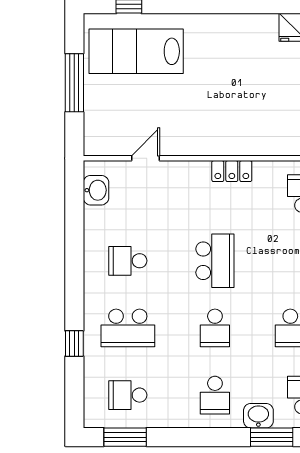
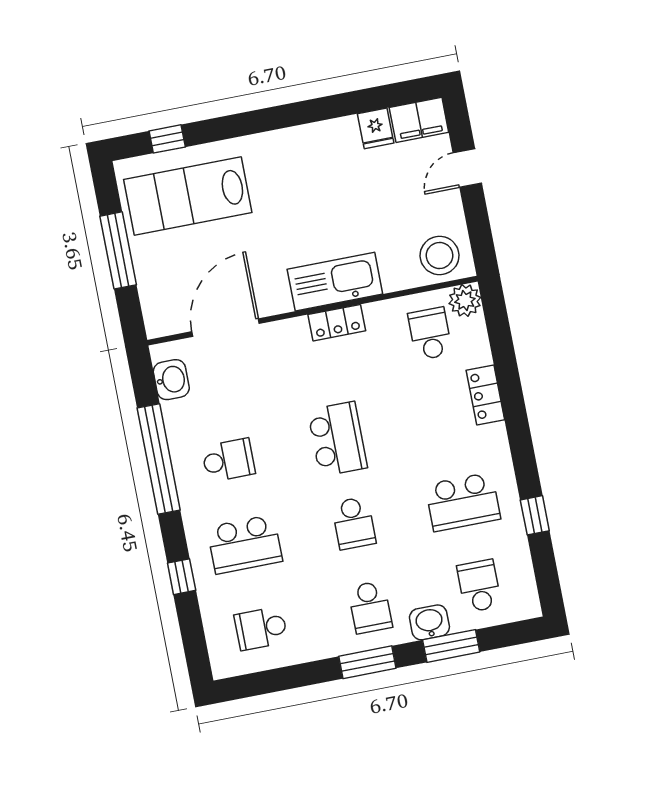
kitchen sink: (237, 139) -> (335, 282), added
door: (146, 158) -> (226, 328), width x1.87
window: (74, 249) -> (159, 459), added
school desk: (128, 261) -> (228, 460), turned 180
window: (125, 437) -> (367, 662), moved

